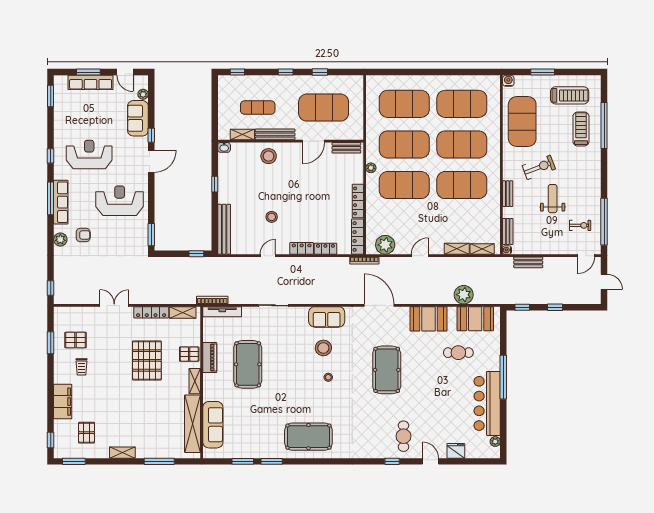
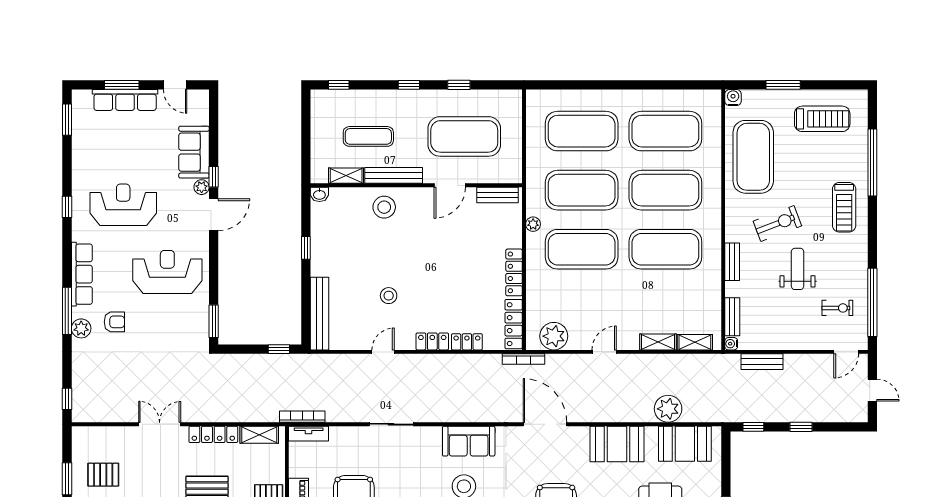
plant: (143, 94) -> (202, 187), moved
treadmill: (581, 129) -> (844, 207), moved, turned 180
window: (51, 198) -> (67, 311), moved
tv unit: (222, 312) -> (309, 434), width x0.71

